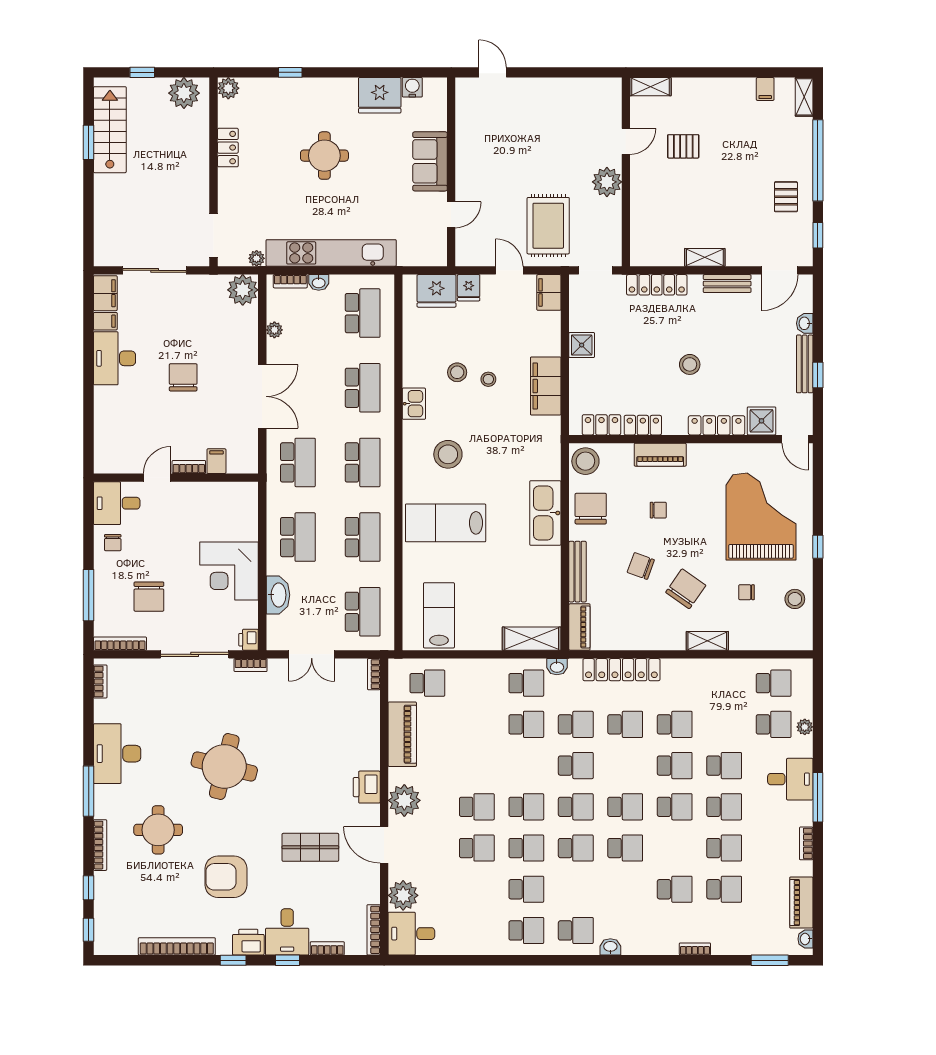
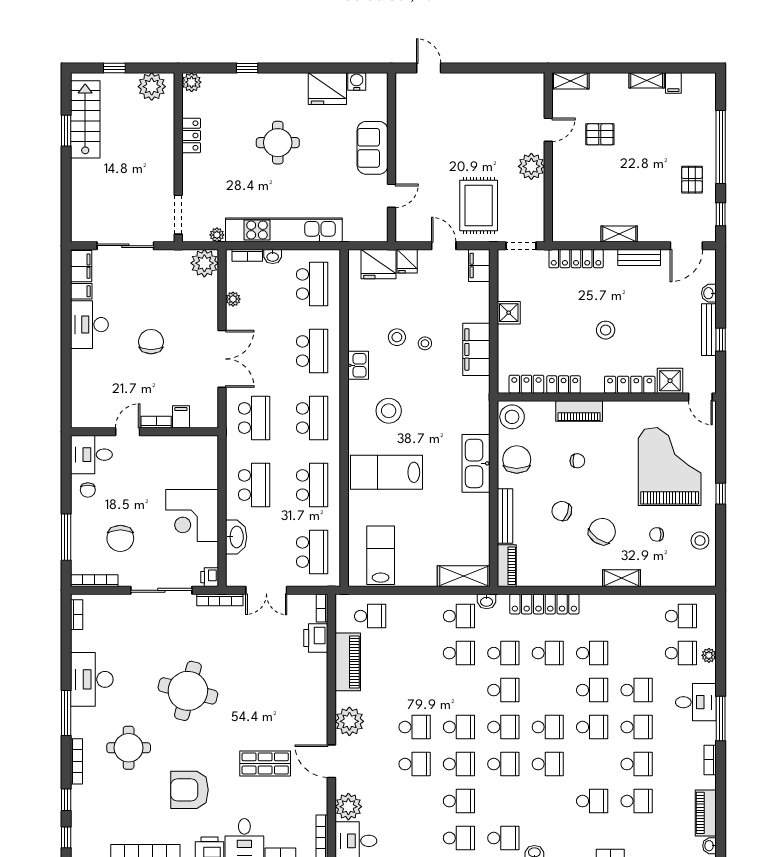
shelving: (804, 97) -> (647, 80), moved, turned 90
bookcase: (251, 665) -> (220, 600), width x1.56
printer: (367, 787) -> (316, 638), moved

